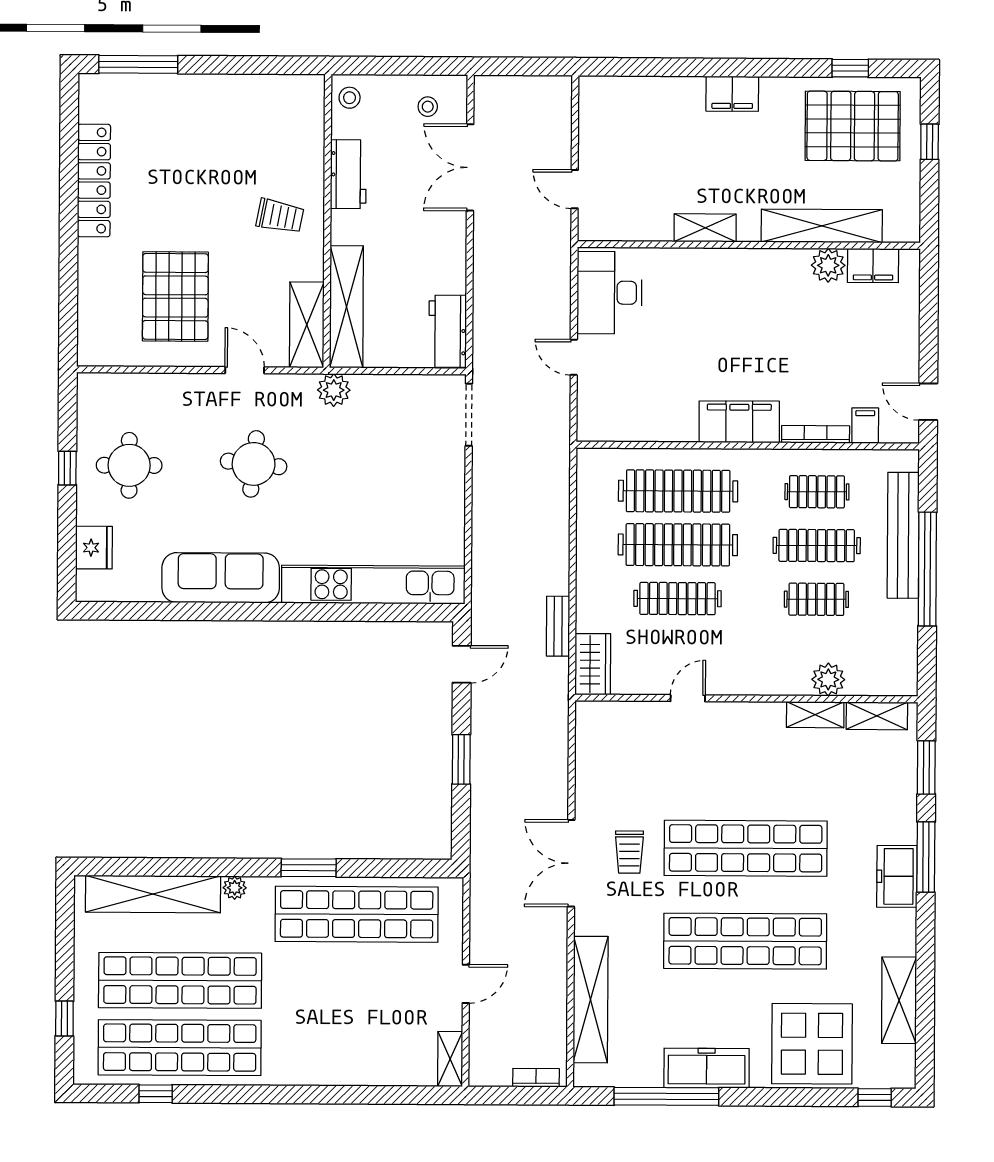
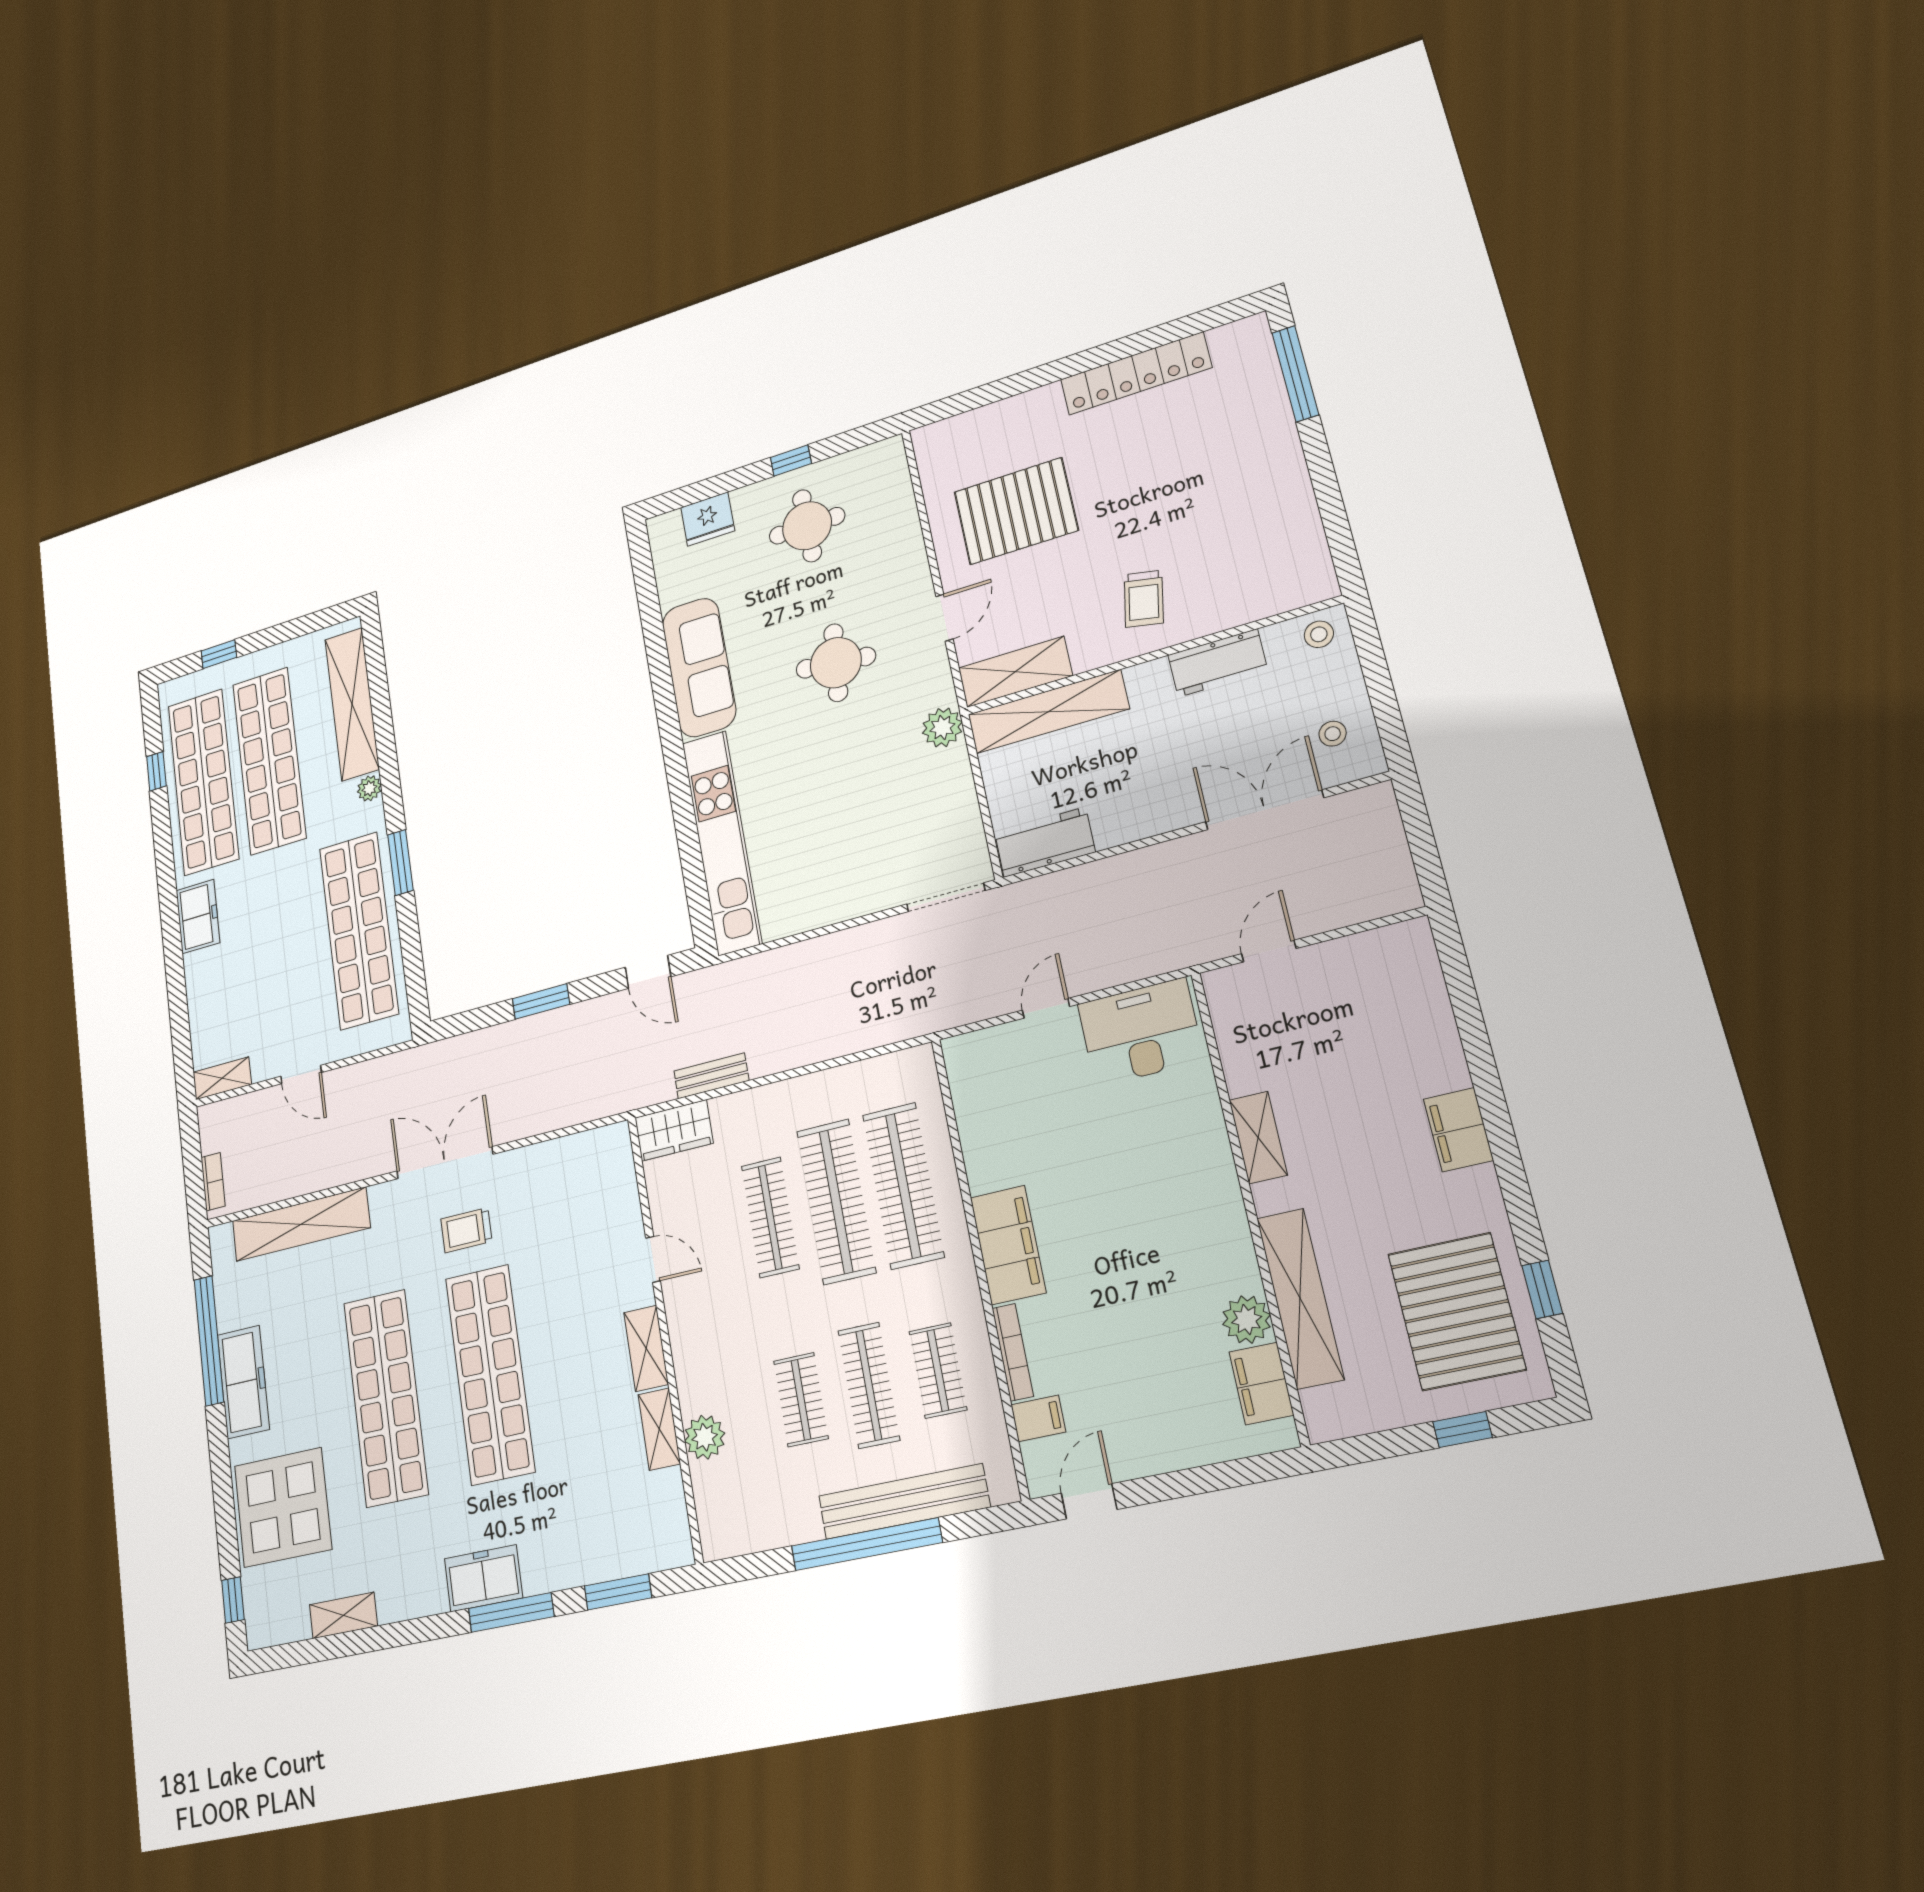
shelving: (877, 716) -> (646, 1348), moved
shelving: (899, 1000) -> (343, 1615), width x0.67, depth x0.75
freezer: (301, 1067) -> (198, 917), added

